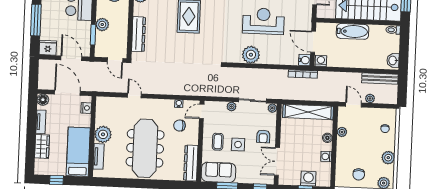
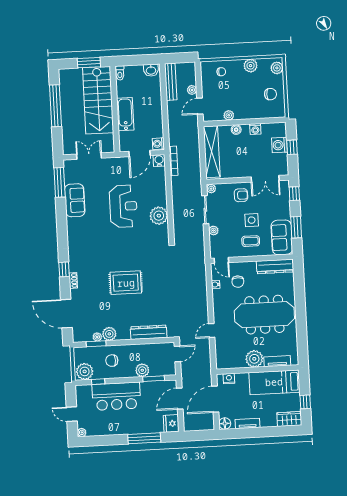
reception desk: (263, 21) -> (123, 206), turned 180
wardrobe: (42, 146) -> (289, 419), moved

